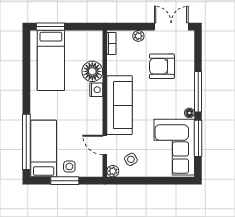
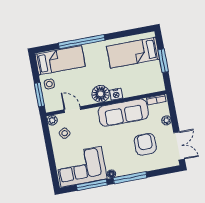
window: (50, 27) -> (163, 61), moved
floor lamp: (92, 71) -> (101, 94), moved
sofa: (120, 105) -> (123, 113), moved
window: (26, 142) -> (82, 42), moved
door: (105, 145) -> (72, 110), hinge flipped
window: (65, 181) -> (39, 94), moved

